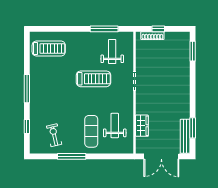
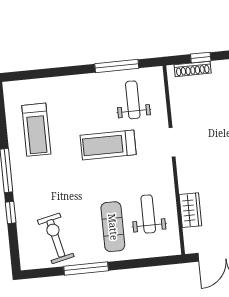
treadmill: (49, 48) -> (36, 130), moved, turned 90
treadmill: (94, 79) -> (108, 145), turned 180
window: (27, 126) -> (11, 212), moved
exercise bike: (54, 135) -> (56, 238), width x1.38, depth x1.39

